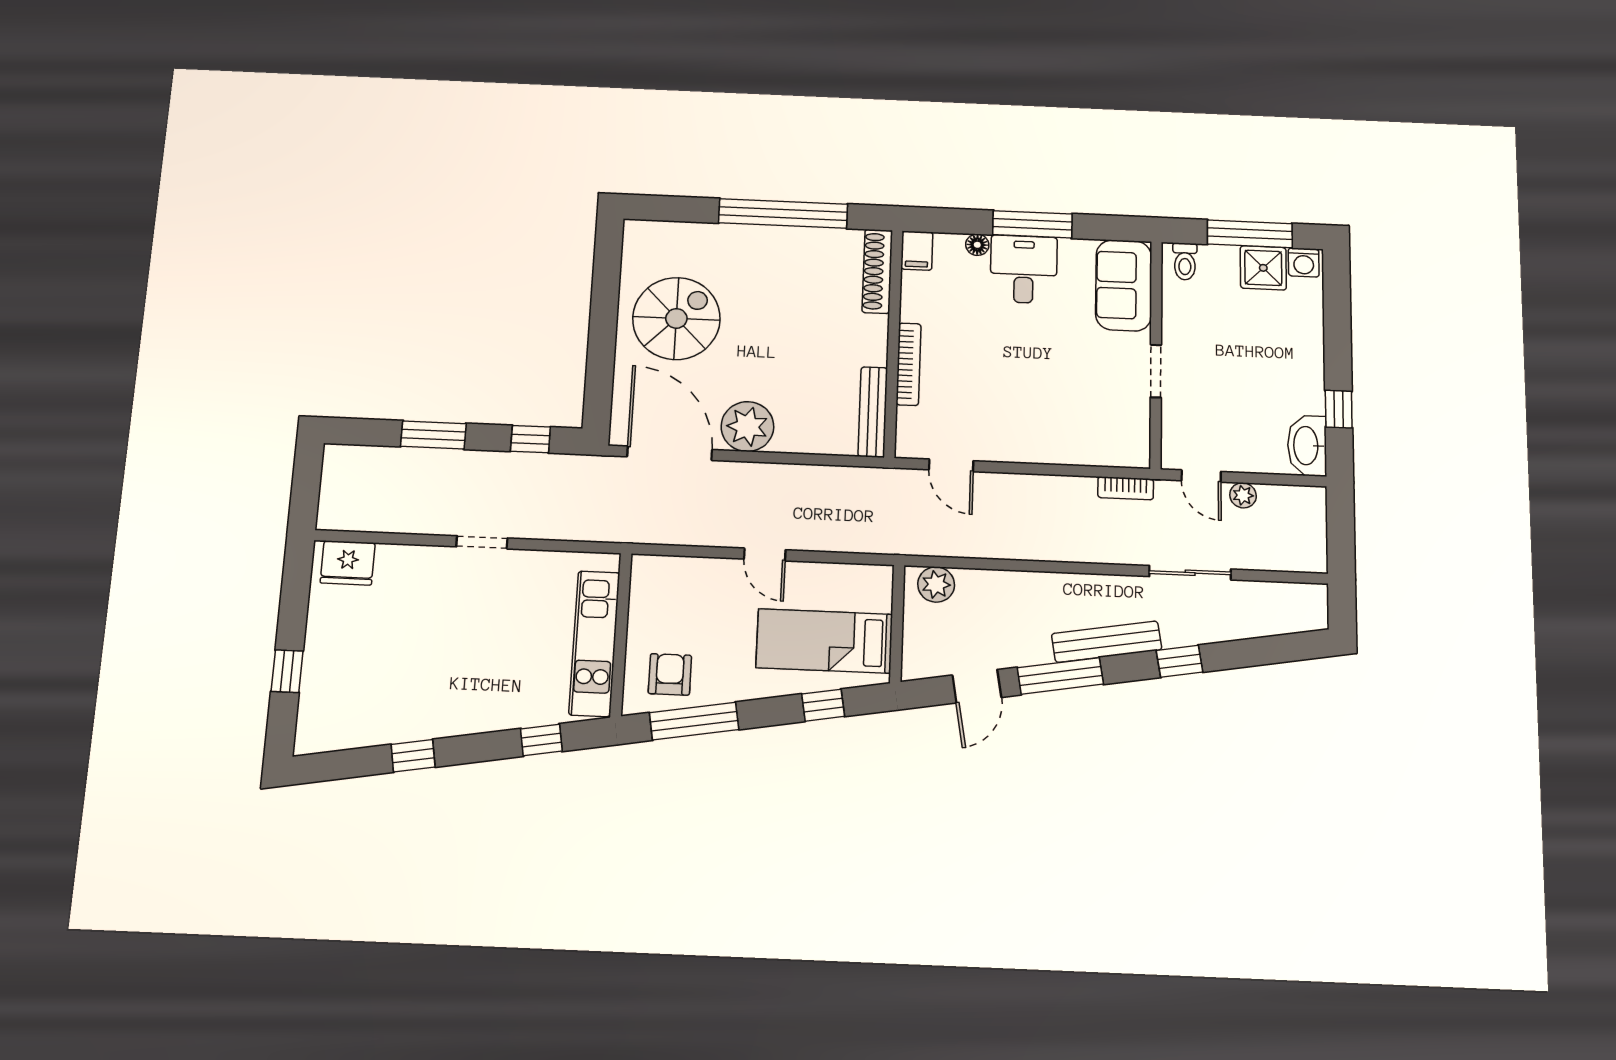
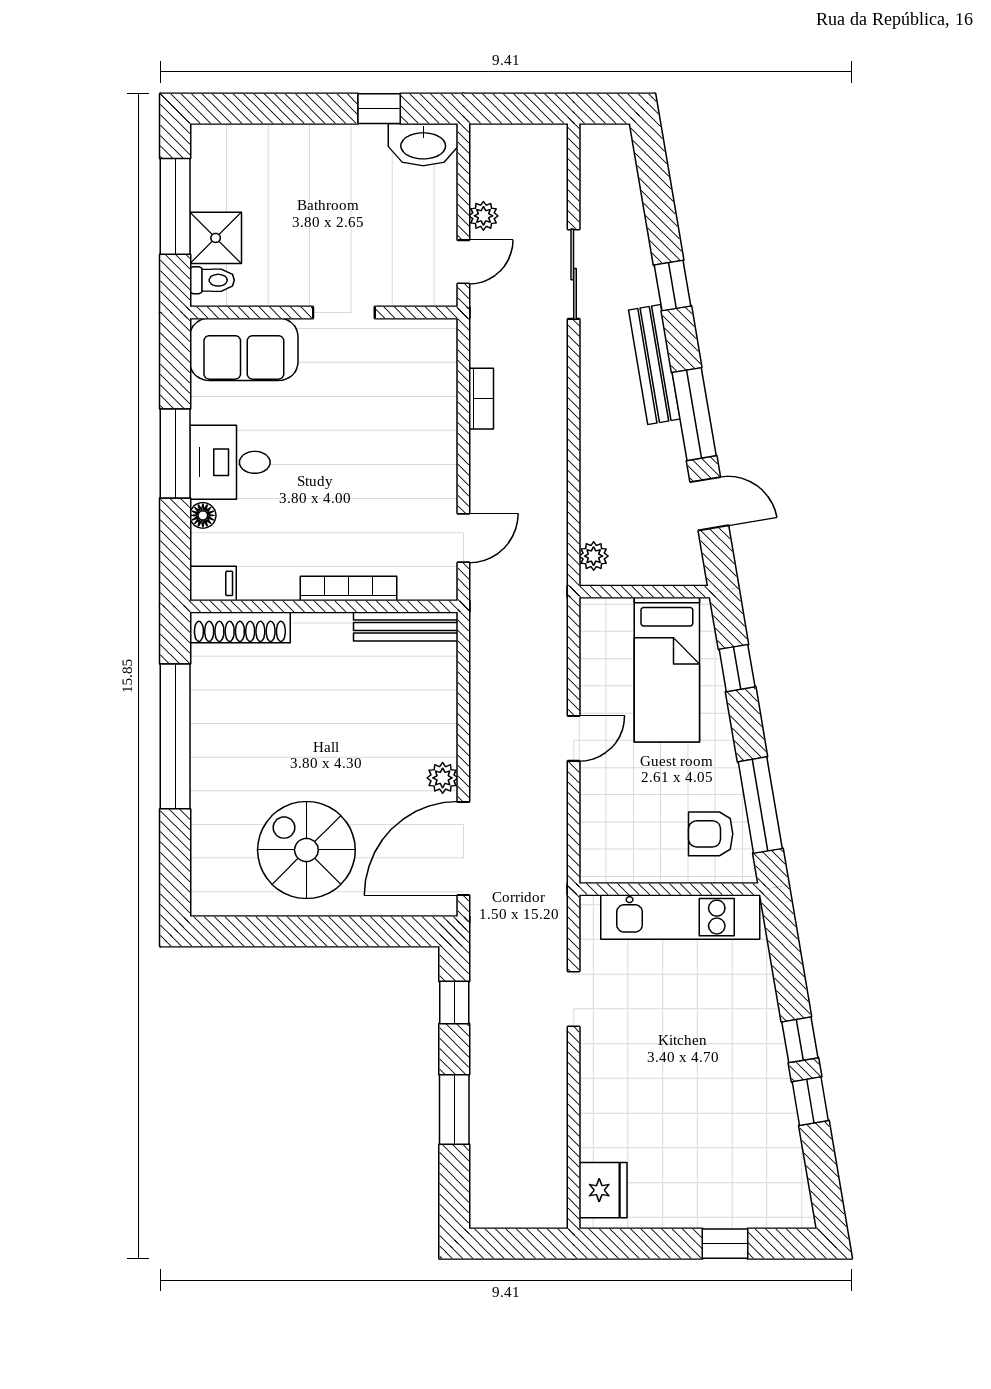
washing machine: (1304, 262) -> (207, 146), removed
shower: (1263, 268) -> (216, 238), moved
plant: (747, 427) -> (443, 778), width x0.53, depth x0.53
bookcase: (1126, 488) -> (481, 399), moved
doorway: (482, 542) -> (574, 999), moved
plant: (936, 585) -> (594, 556), width x0.73, depth x0.73
window: (541, 740) -> (800, 1040), moved

